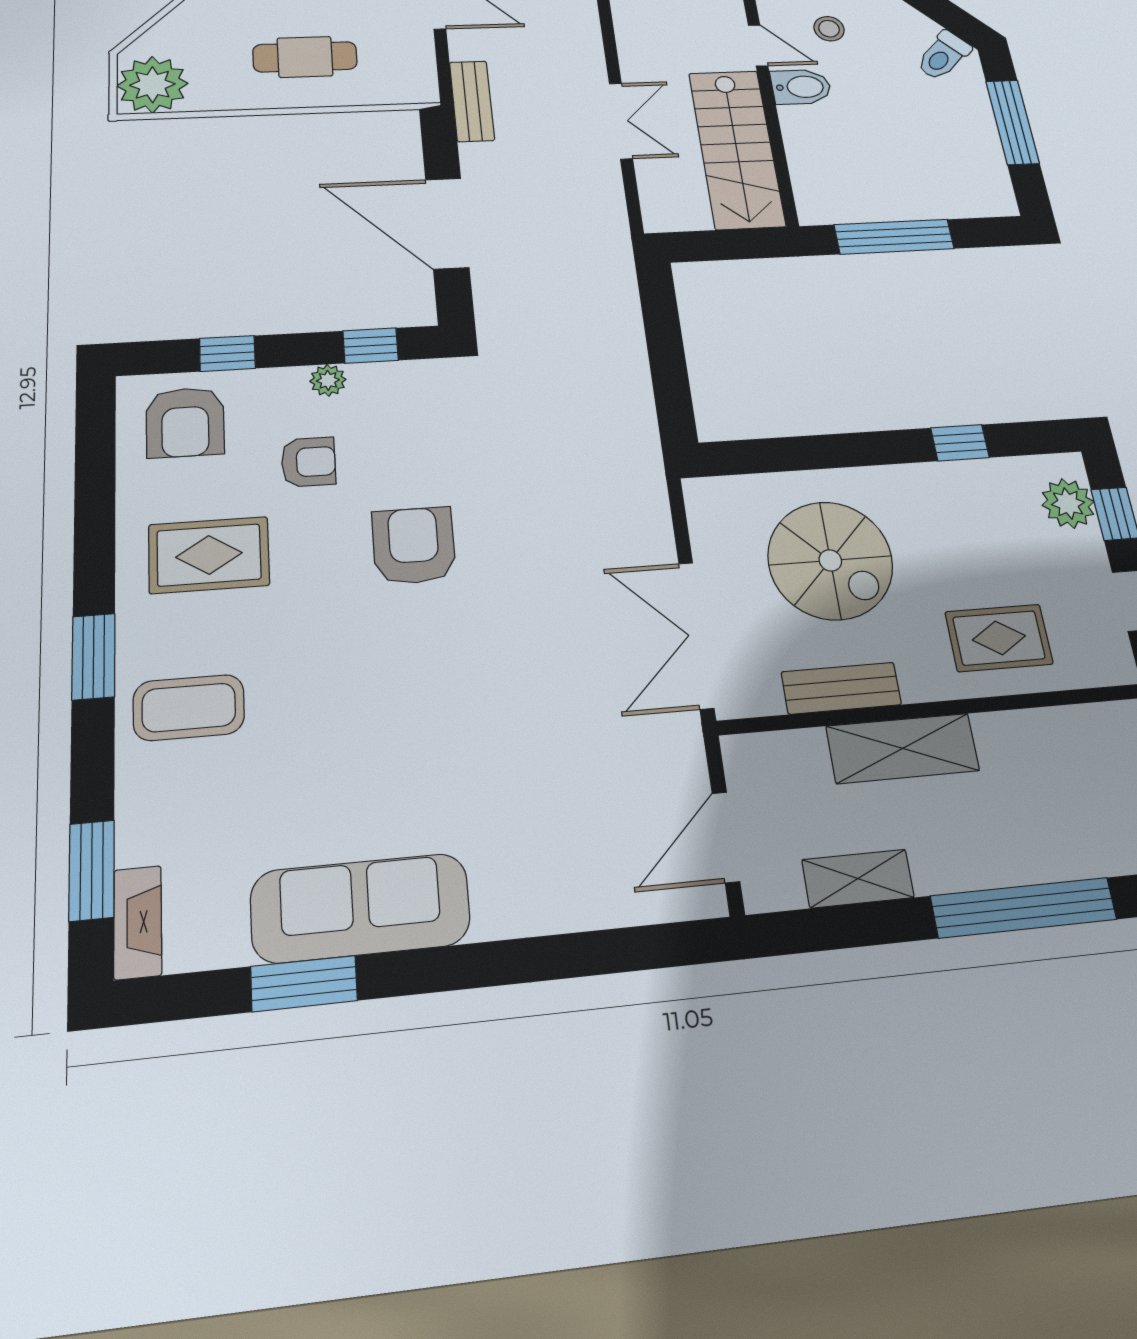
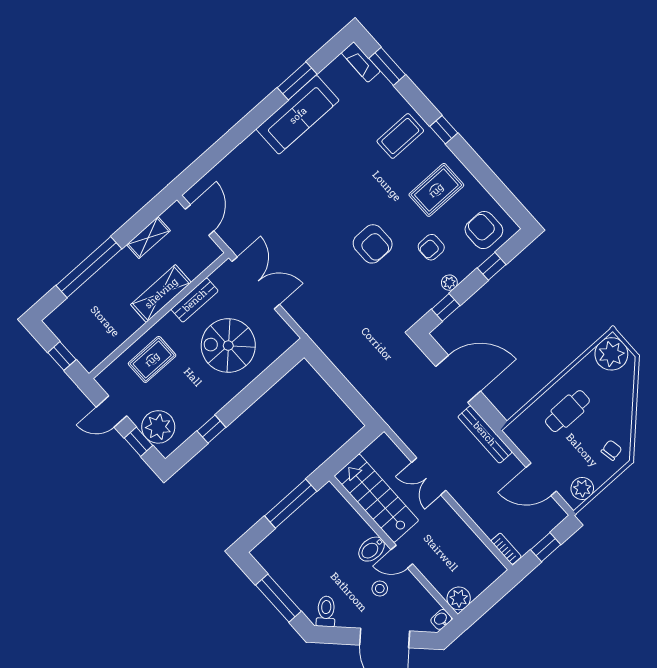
bench: (472, 101) -> (485, 434), width x1.36
plant: (1068, 503) -> (158, 427), width x1.36, depth x1.36
window: (94, 656) -> (444, 130), width x0.67

